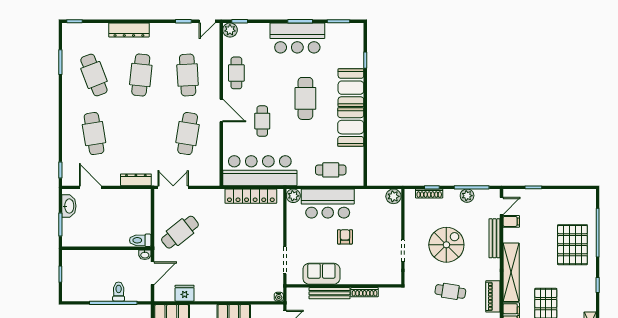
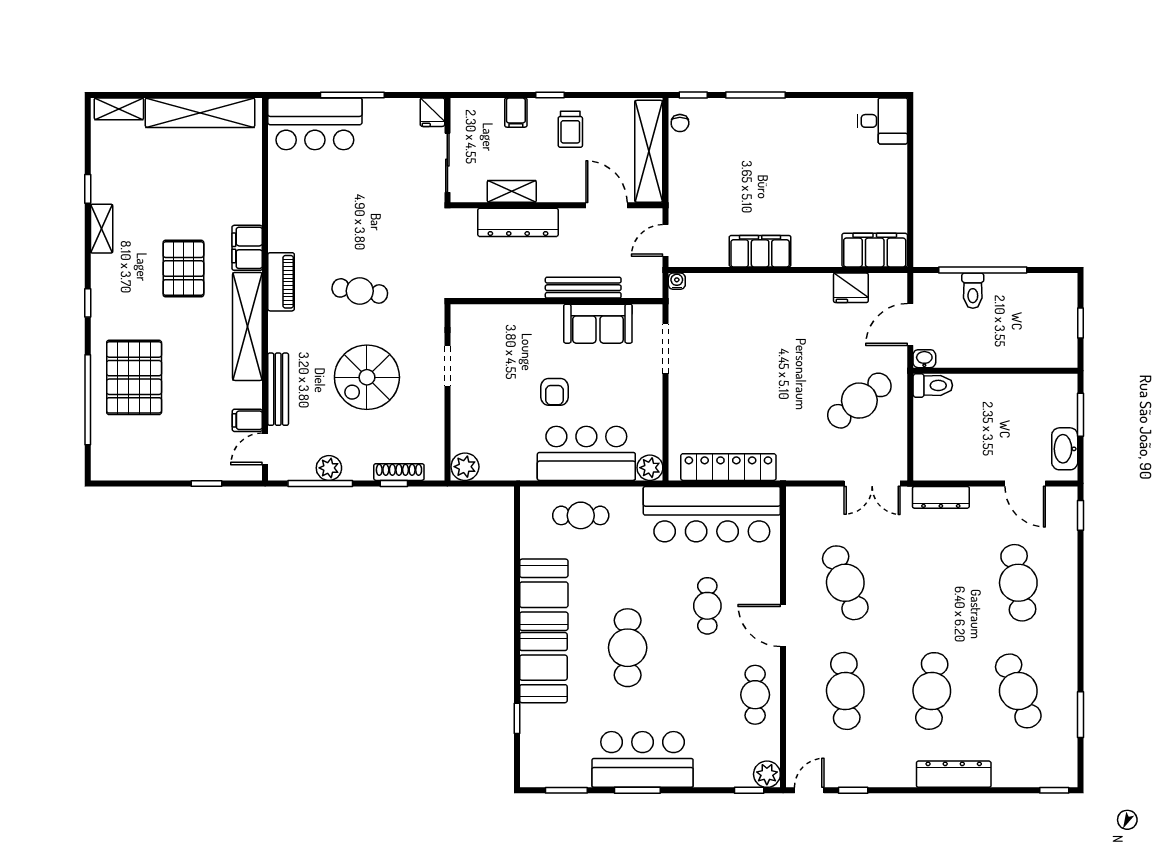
cafe table: (188, 134) -> (845, 583), turned -30
shoe rack: (365, 292) -> (518, 290), removed

